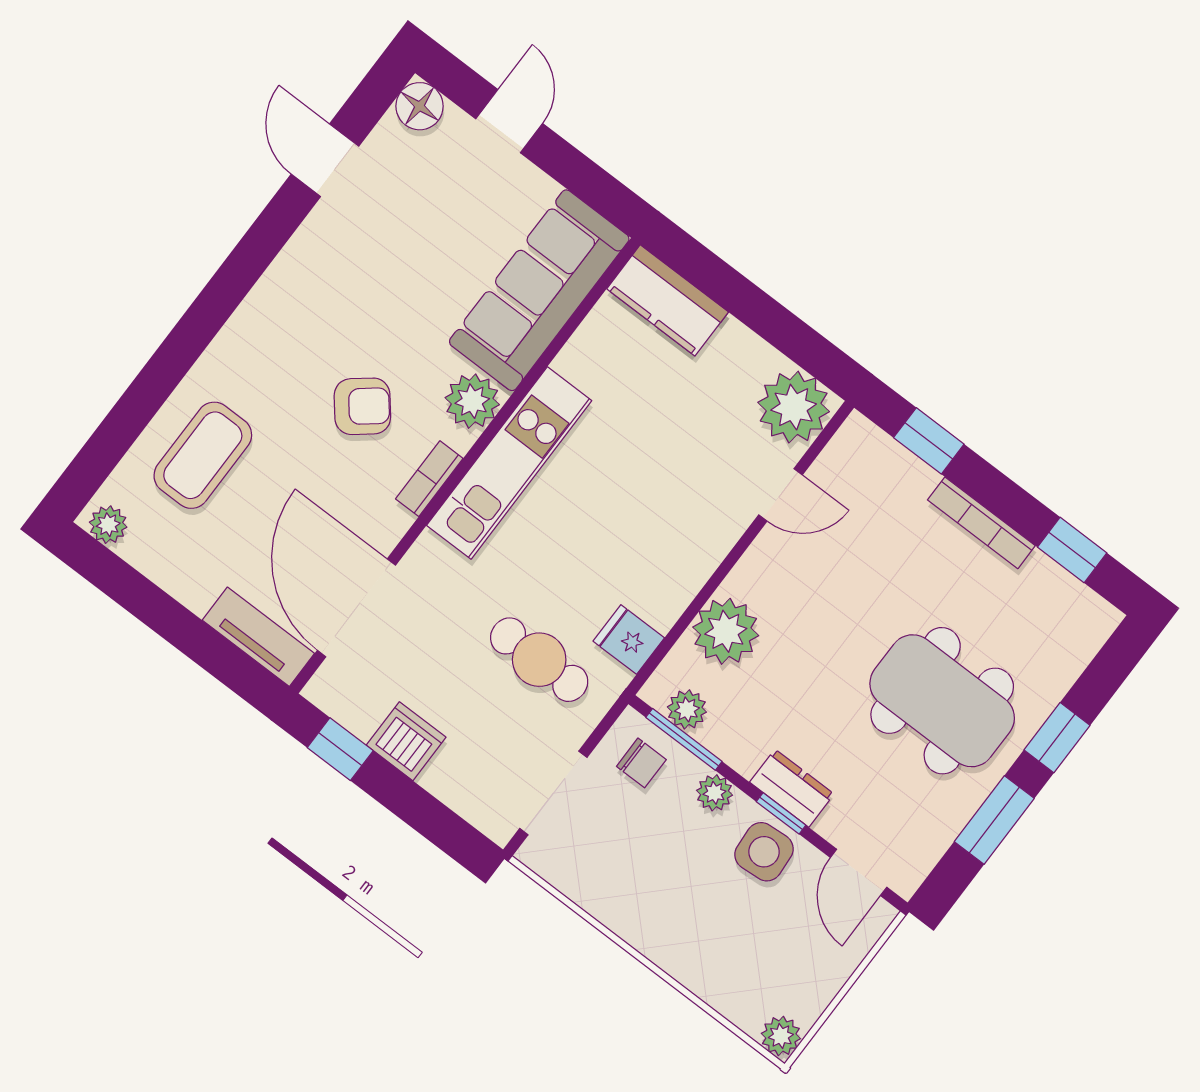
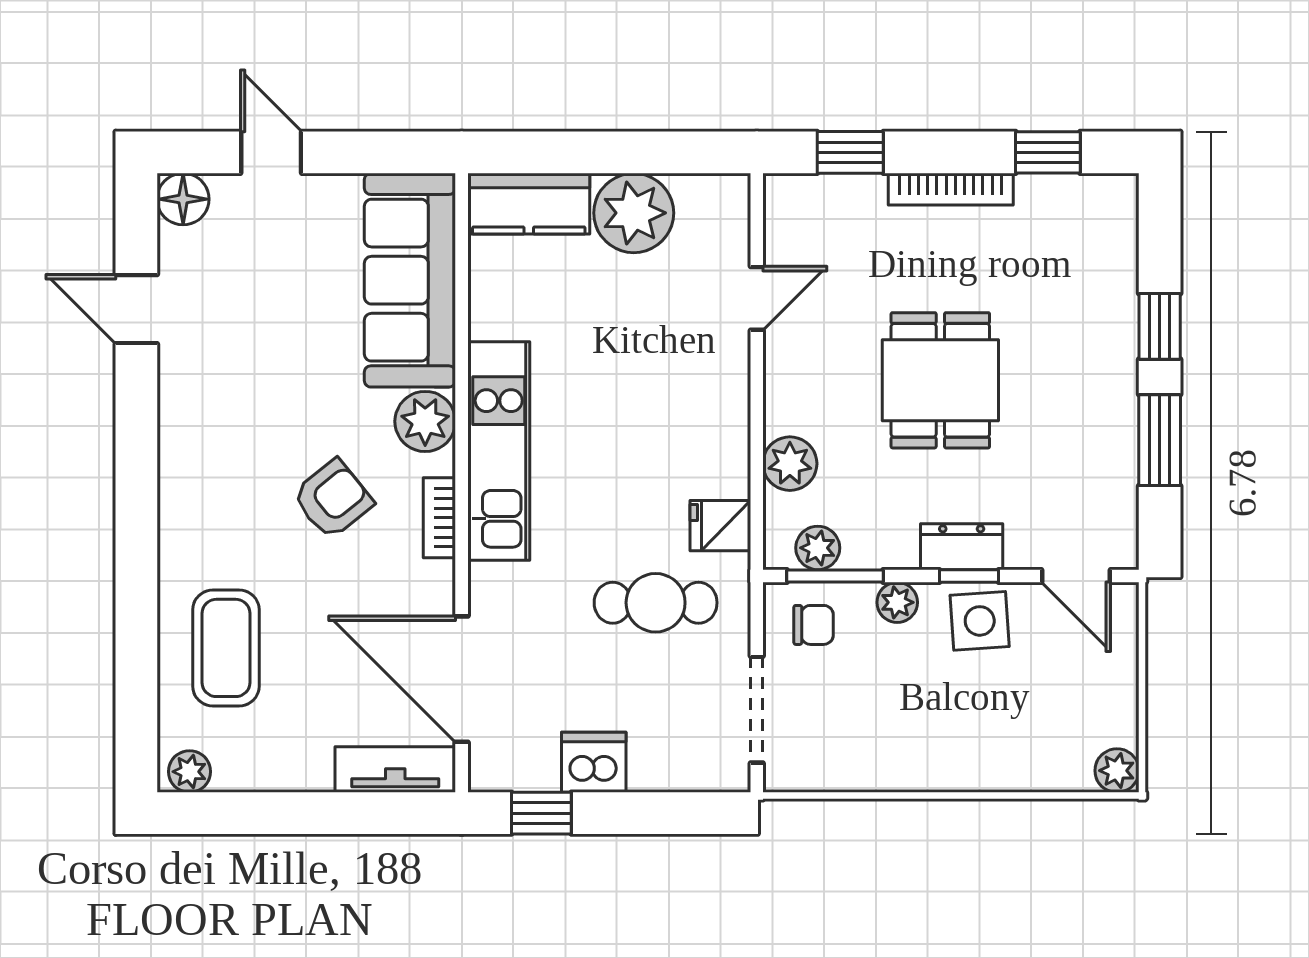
plant: (794, 407) -> (634, 213), moved
plant: (726, 631) -> (790, 464), width x0.73, depth x0.73
dining table: (942, 701) -> (940, 380), moved, width x0.73

